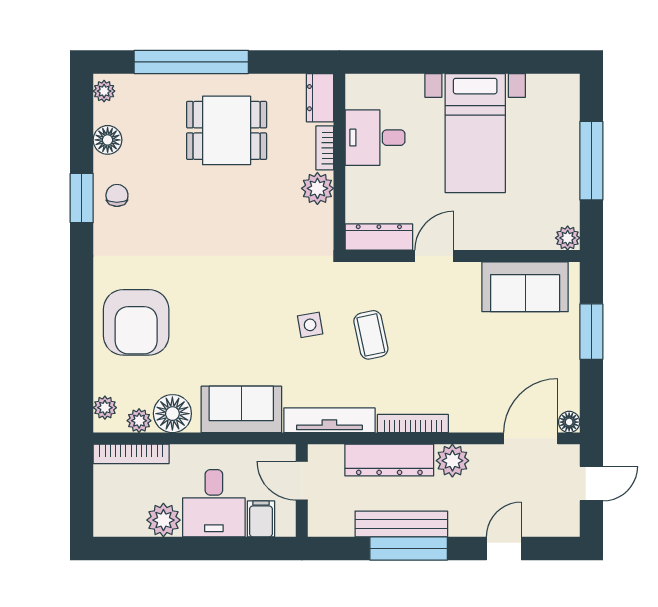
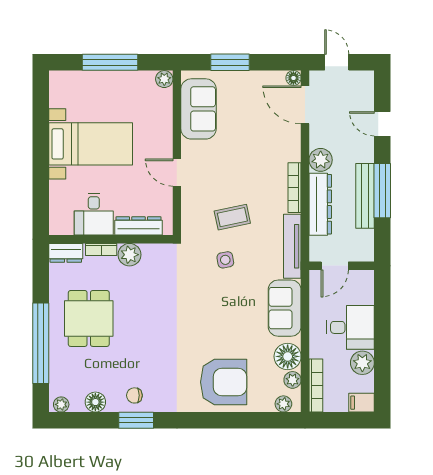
dresser: (379, 237) -> (139, 226), moved, turned 90
filing cabinet: (261, 519) -> (361, 403), moved

